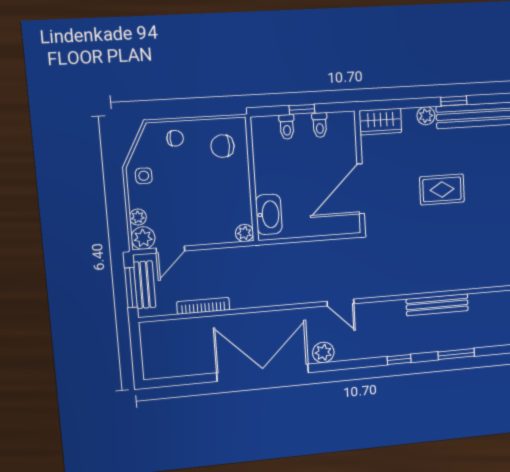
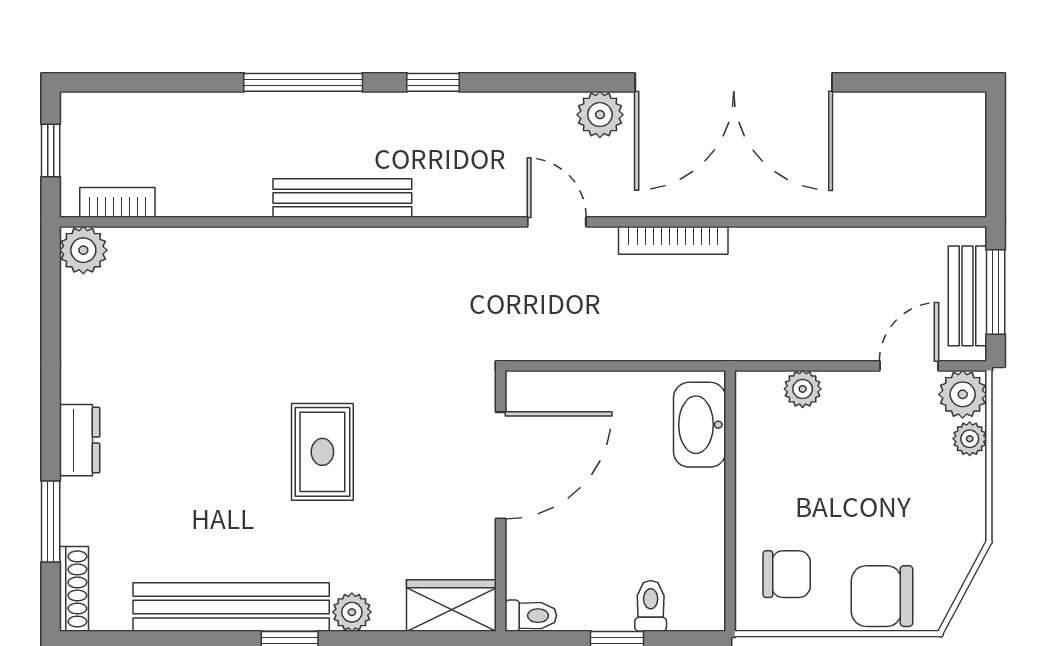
toilet: (320, 125) -> (531, 616), moved, turned 90
chair: (175, 138) -> (882, 596), width x1.87, depth x1.87
side table: (144, 176) -> (951, 523), removed
rug: (442, 189) -> (322, 452), turned 90
plant: (244, 233) -> (803, 389), moved
bookcase: (203, 306) -> (673, 240), moved
window: (456, 354) -> (303, 82), width x1.44

